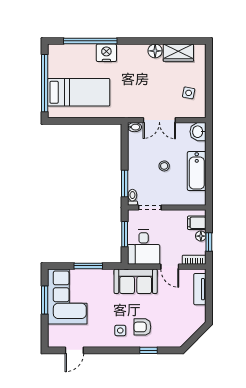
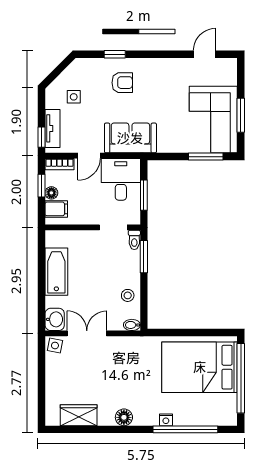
floor lamp: (155, 51) -> (124, 417), moved
nightstand: (106, 53) -> (166, 420), width x0.53, depth x0.56
bed: (79, 92) -> (200, 367), width x1.50
side table: (189, 93) -> (55, 345), moved
double door: (159, 120) -> (87, 333), moved
stool: (164, 166) -> (128, 295), moved
window: (88, 266) -> (206, 157), moved
door: (170, 267) -> (89, 156), swing flipped
window: (209, 282) -> (42, 137), added
side table: (120, 330) -> (74, 97), moved

